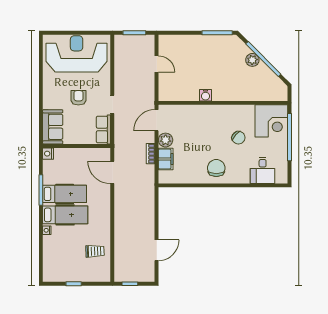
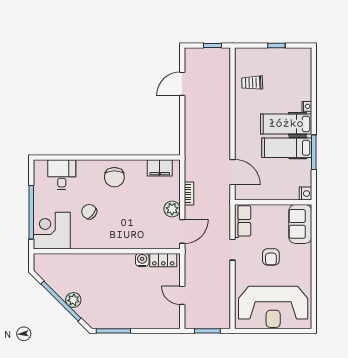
locker: (173, 95) -> (163, 260), added
water cooler: (205, 95) -> (142, 260), moved
filing cabinet: (166, 159) -> (160, 168), moved, turned -90

